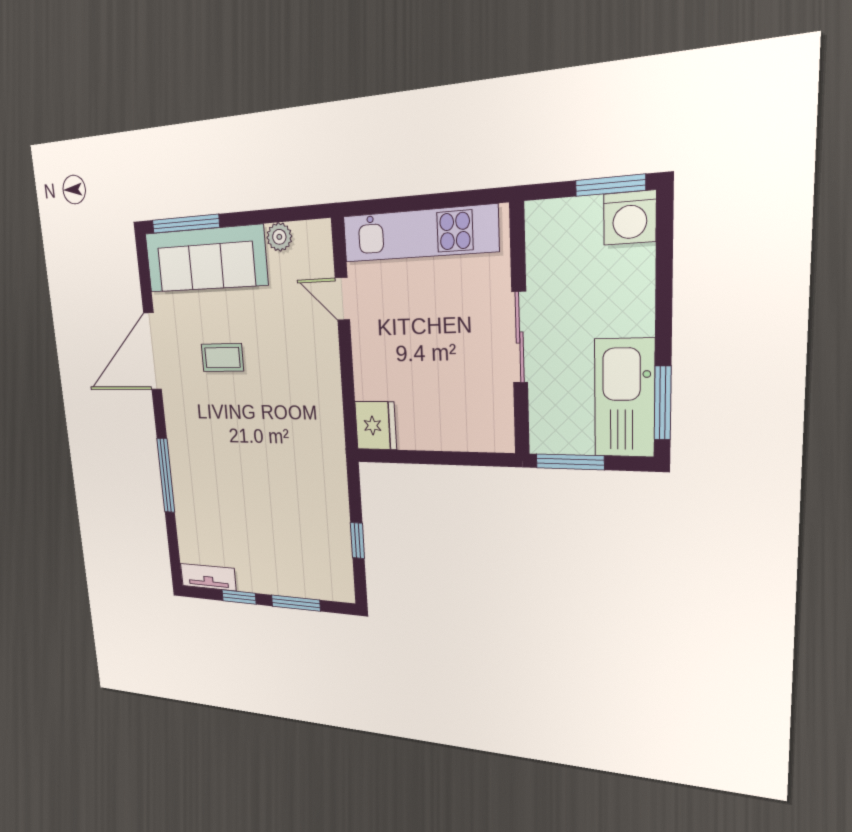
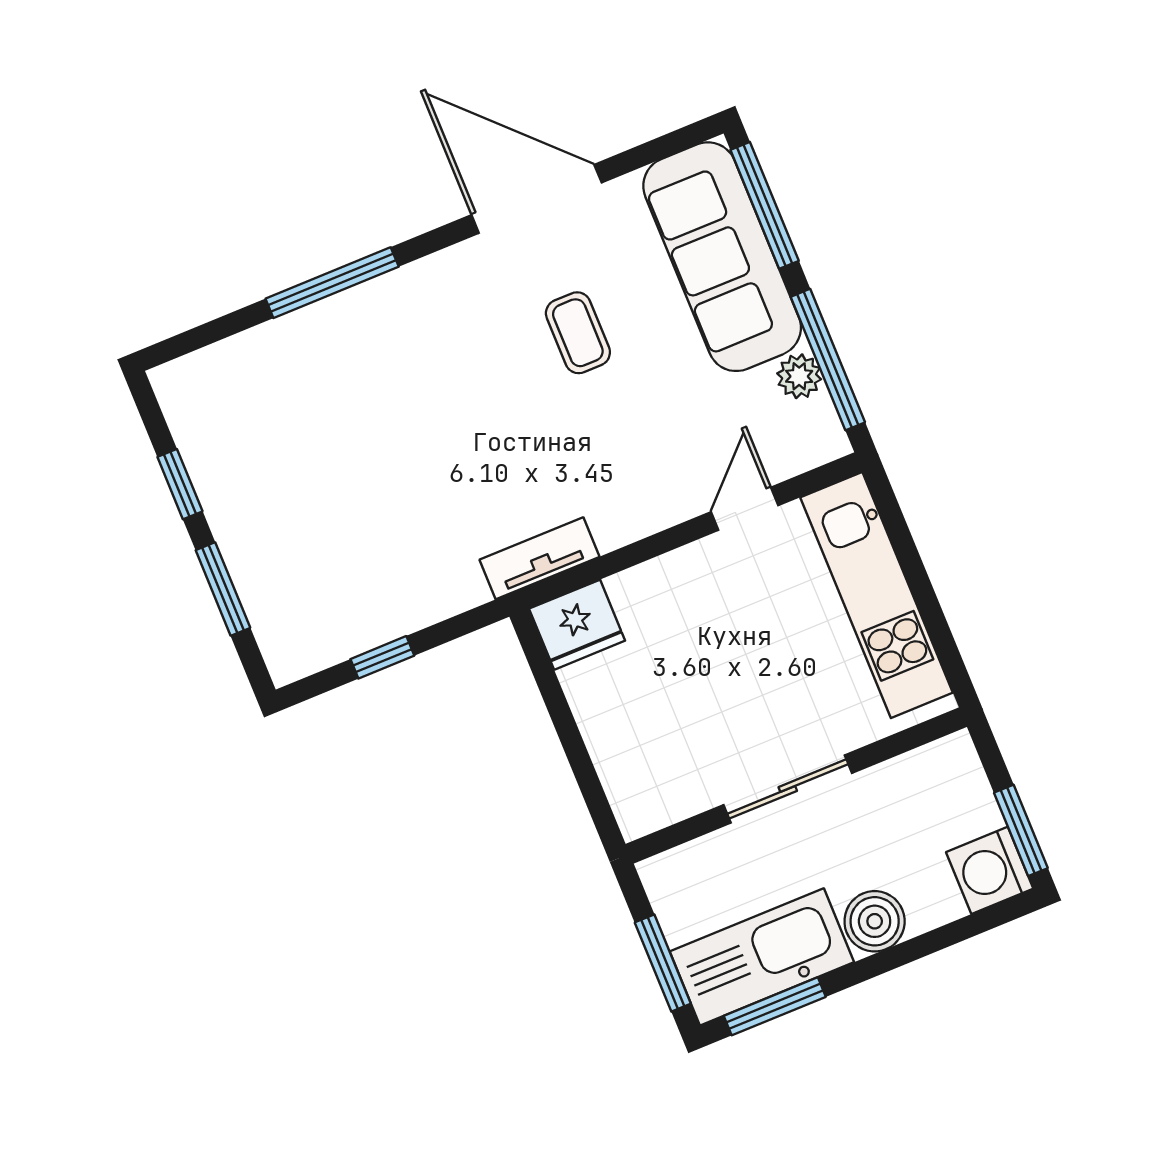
window: (275, 216) -> (828, 360), added
boiler: (632, 313) -> (875, 921), added
window: (570, 462) -> (663, 963), moved
tv unit: (208, 577) -> (540, 558), moved, turned -90

